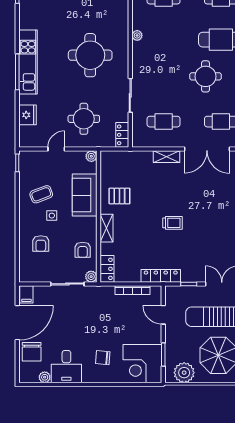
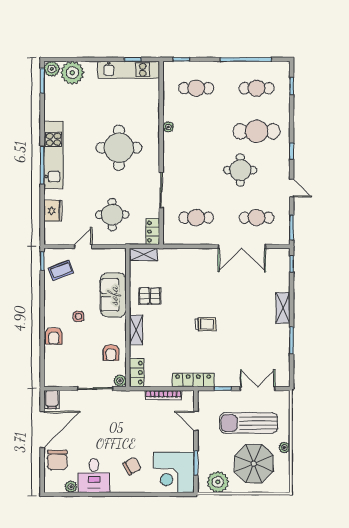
plant: (91, 156) -> (120, 254), removed
shelving: (167, 157) -> (143, 254), moved
coffee table: (41, 194) -> (61, 270), moved
armchair: (41, 244) -> (54, 336), moved
chair: (103, 358) -> (132, 466), turned 147

